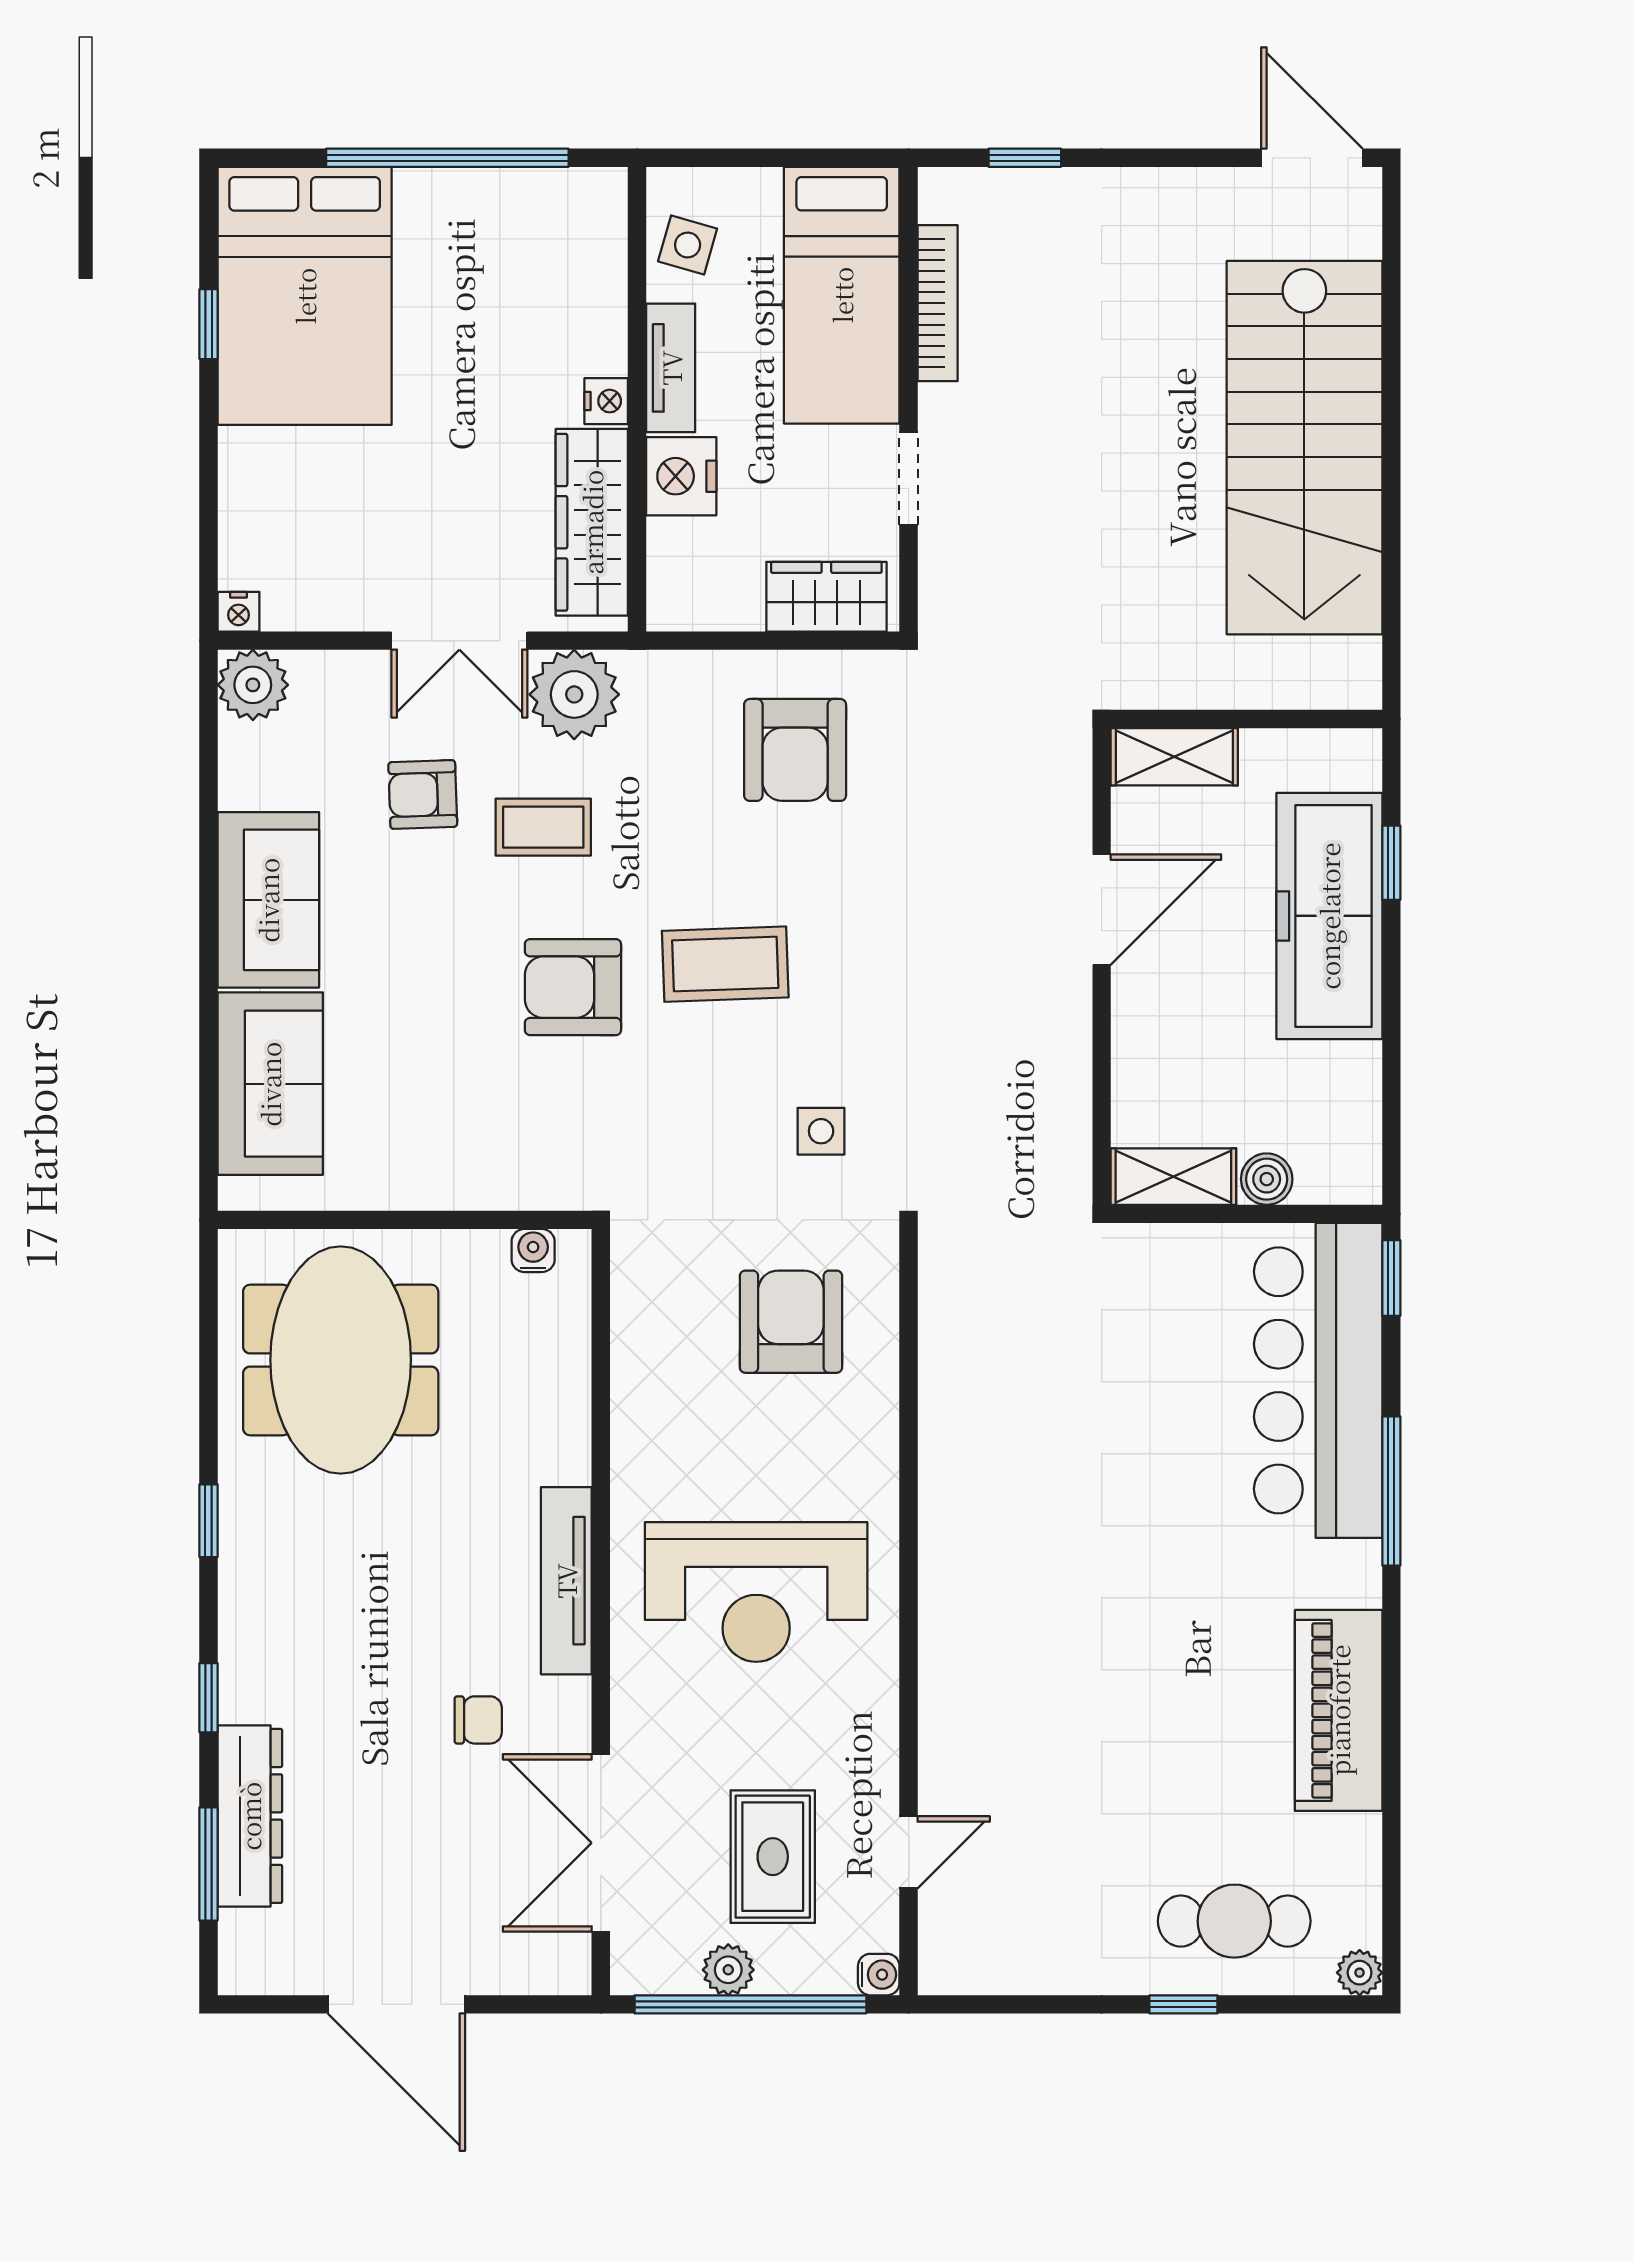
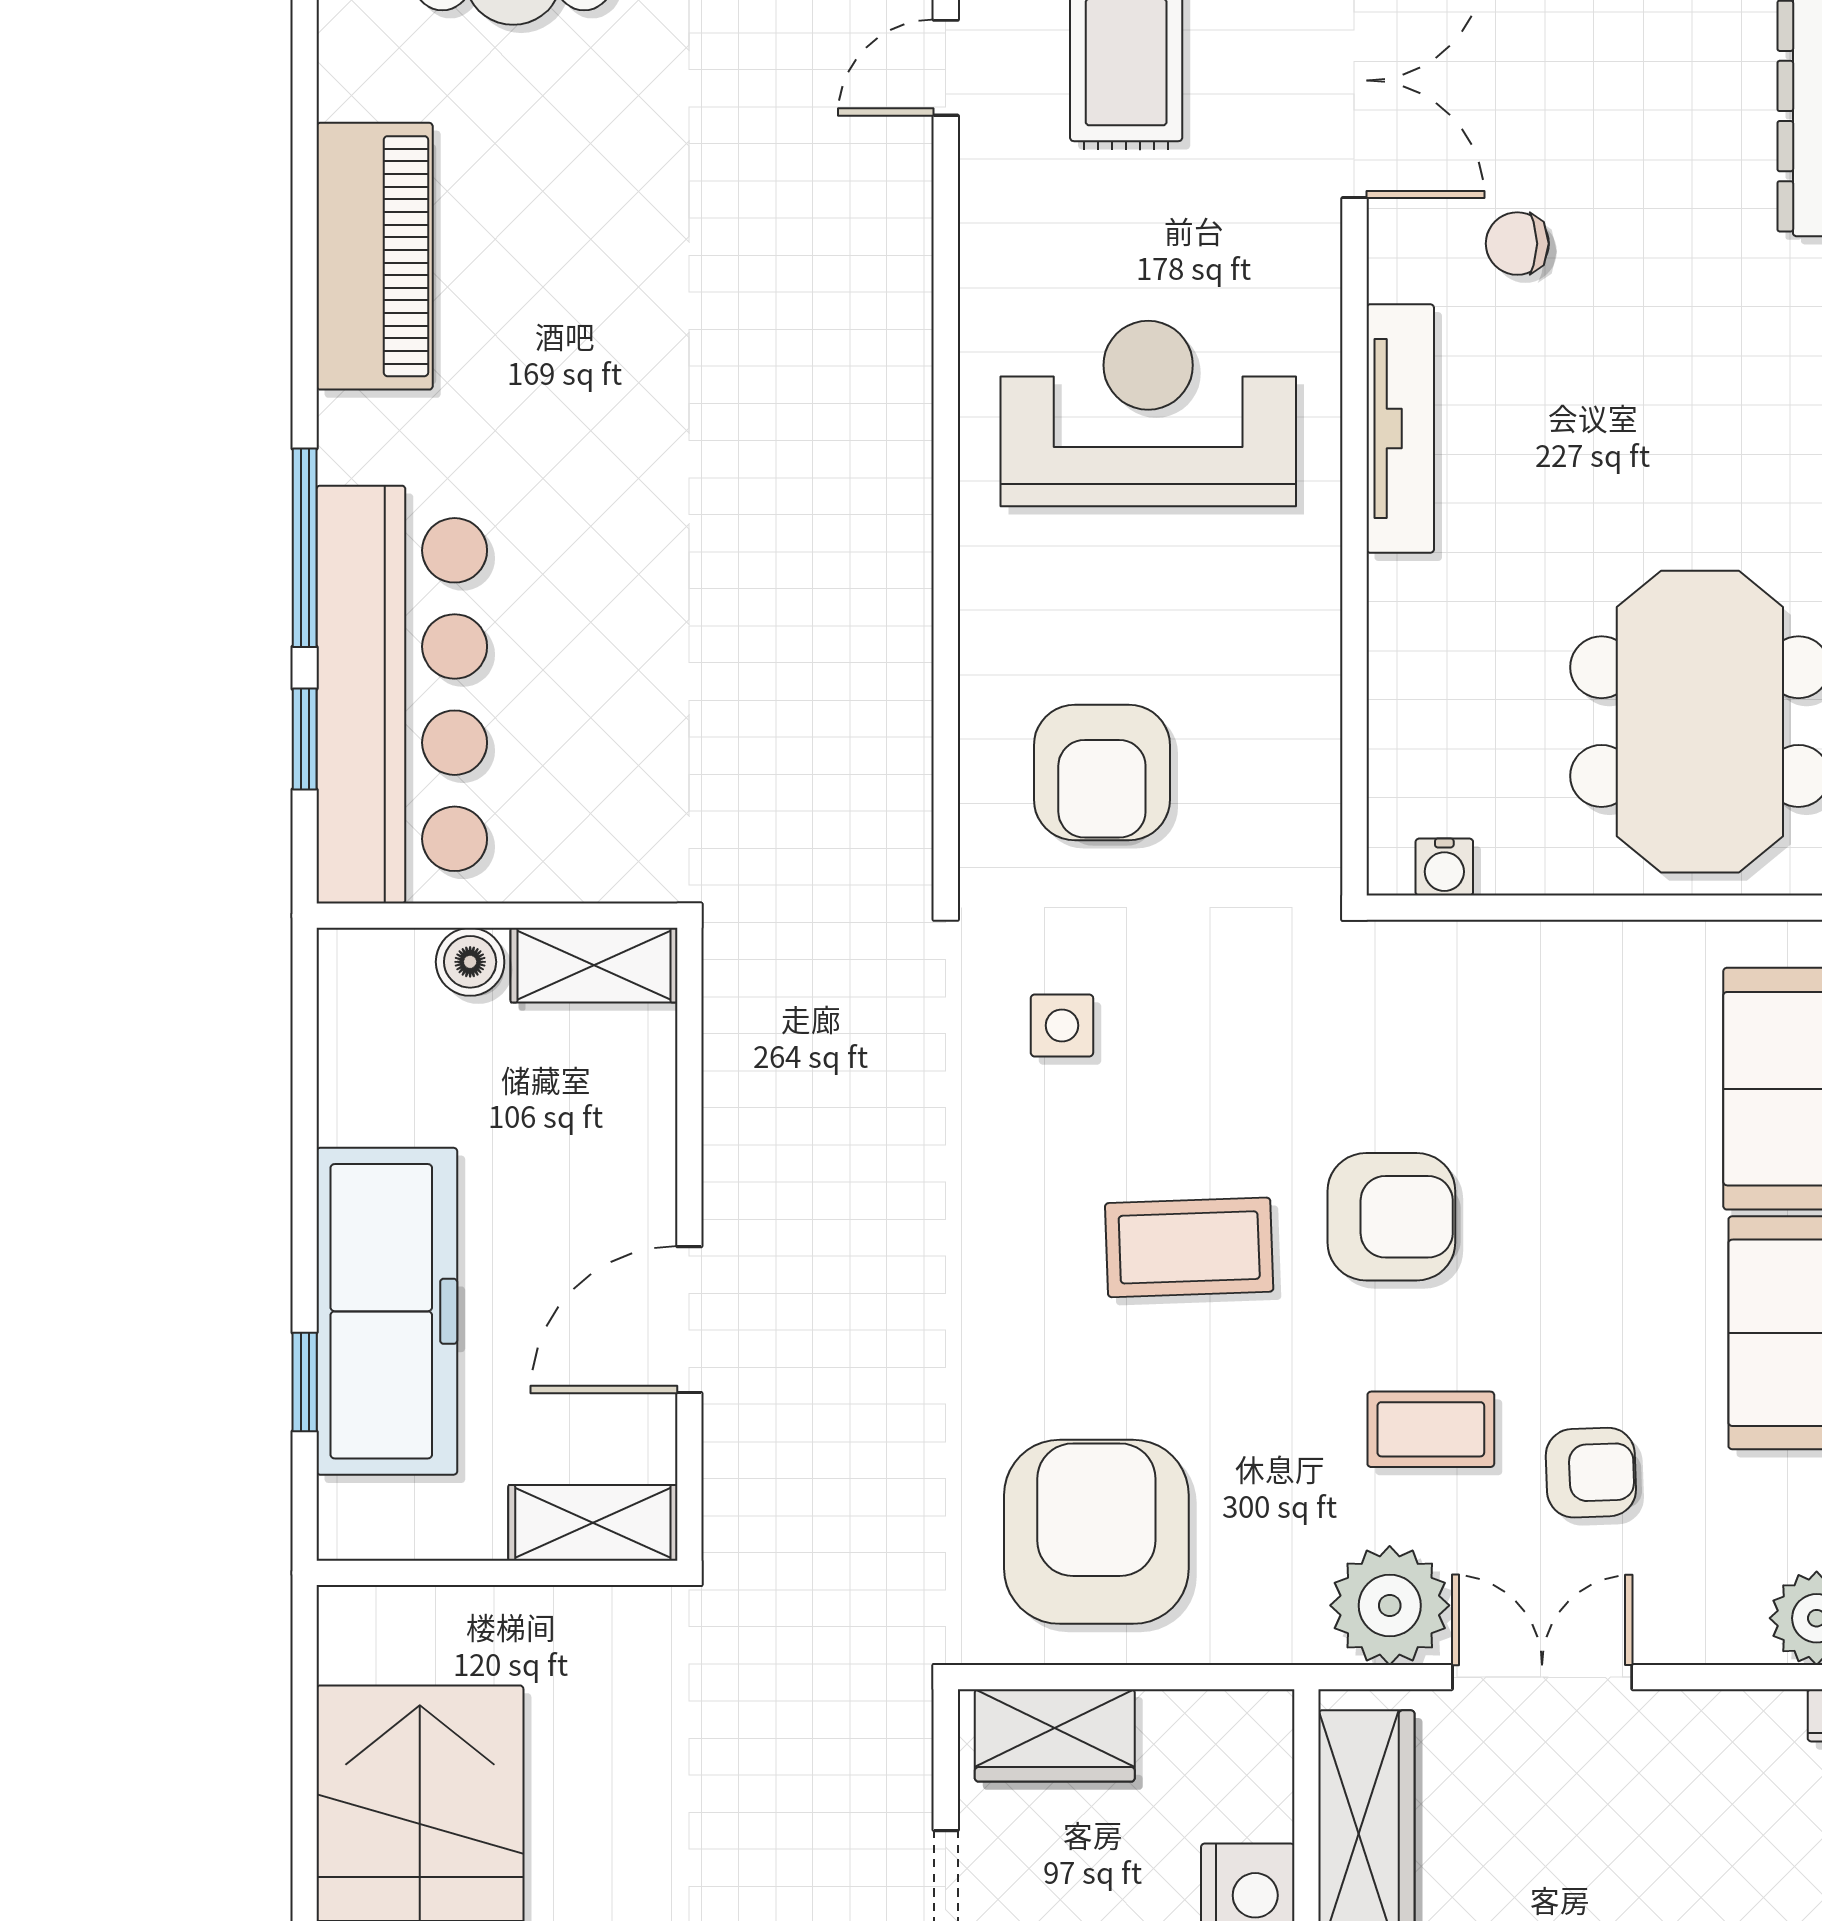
armchair: (795, 750) -> (1096, 1532), width x1.36, depth x1.36
window: (1391, 1278) -> (305, 739), moved

